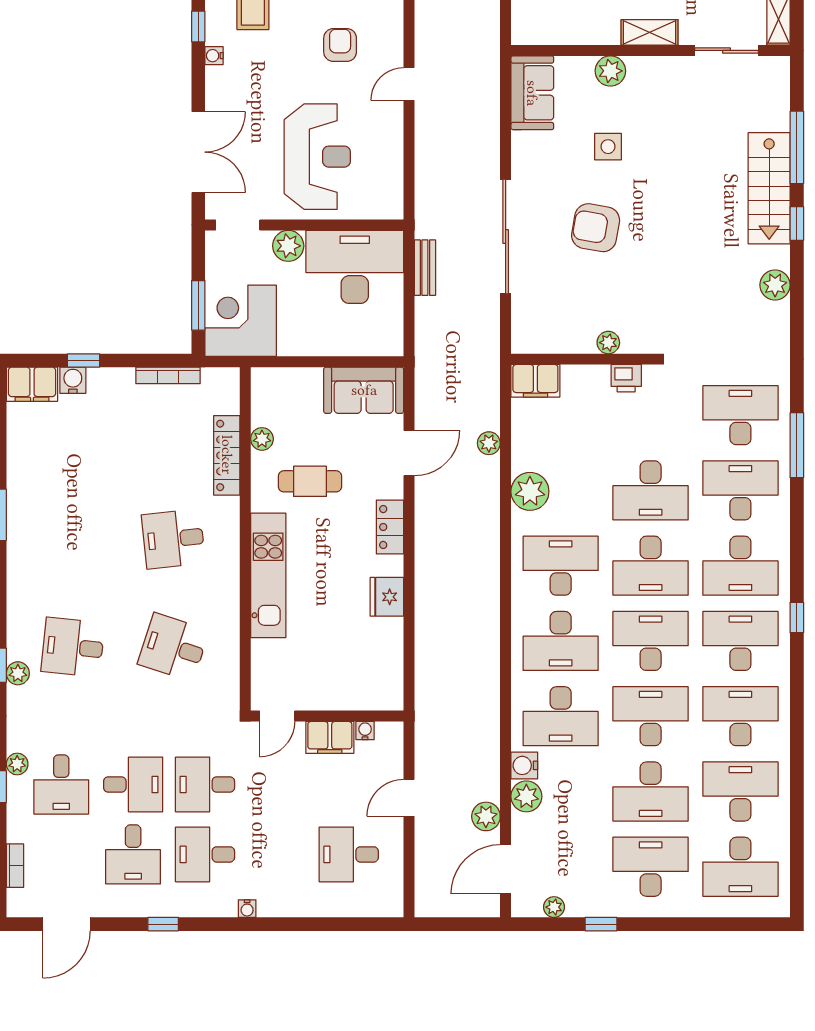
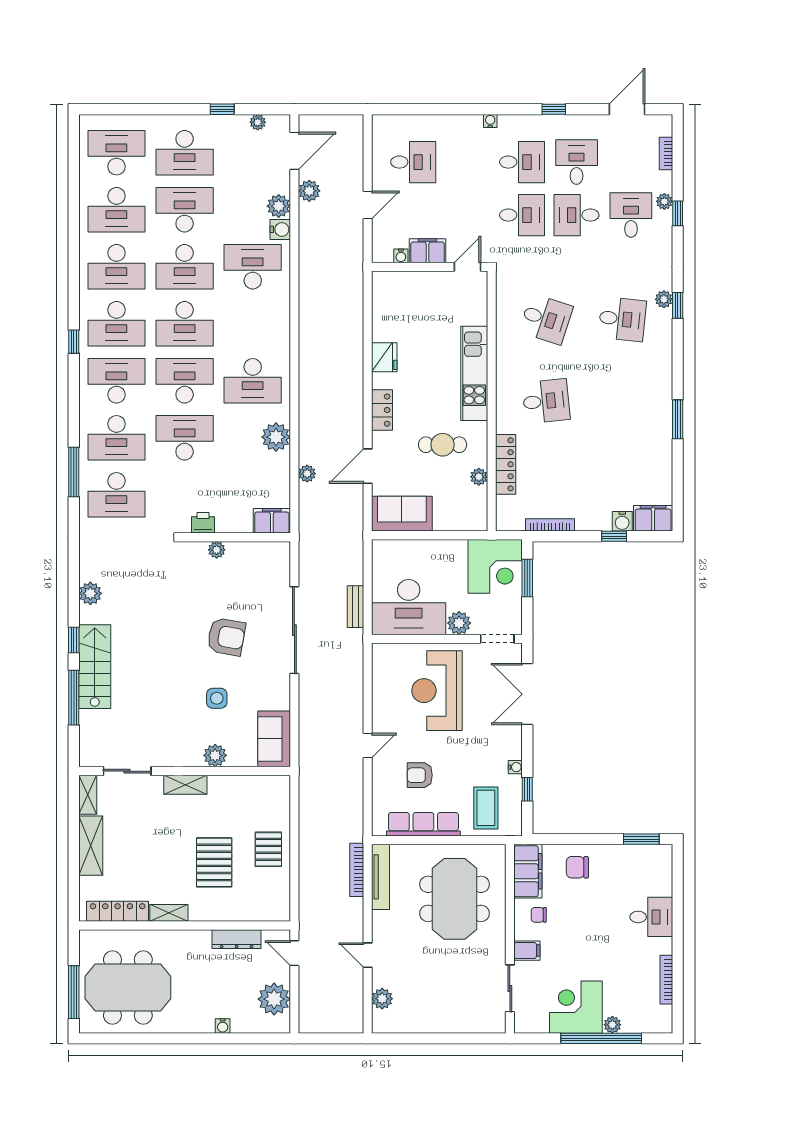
armchair: (340, 45) -> (420, 775), turned 90
desk: (561, 641) -> (253, 324), removed
plant: (17, 764) -> (664, 201), moved

